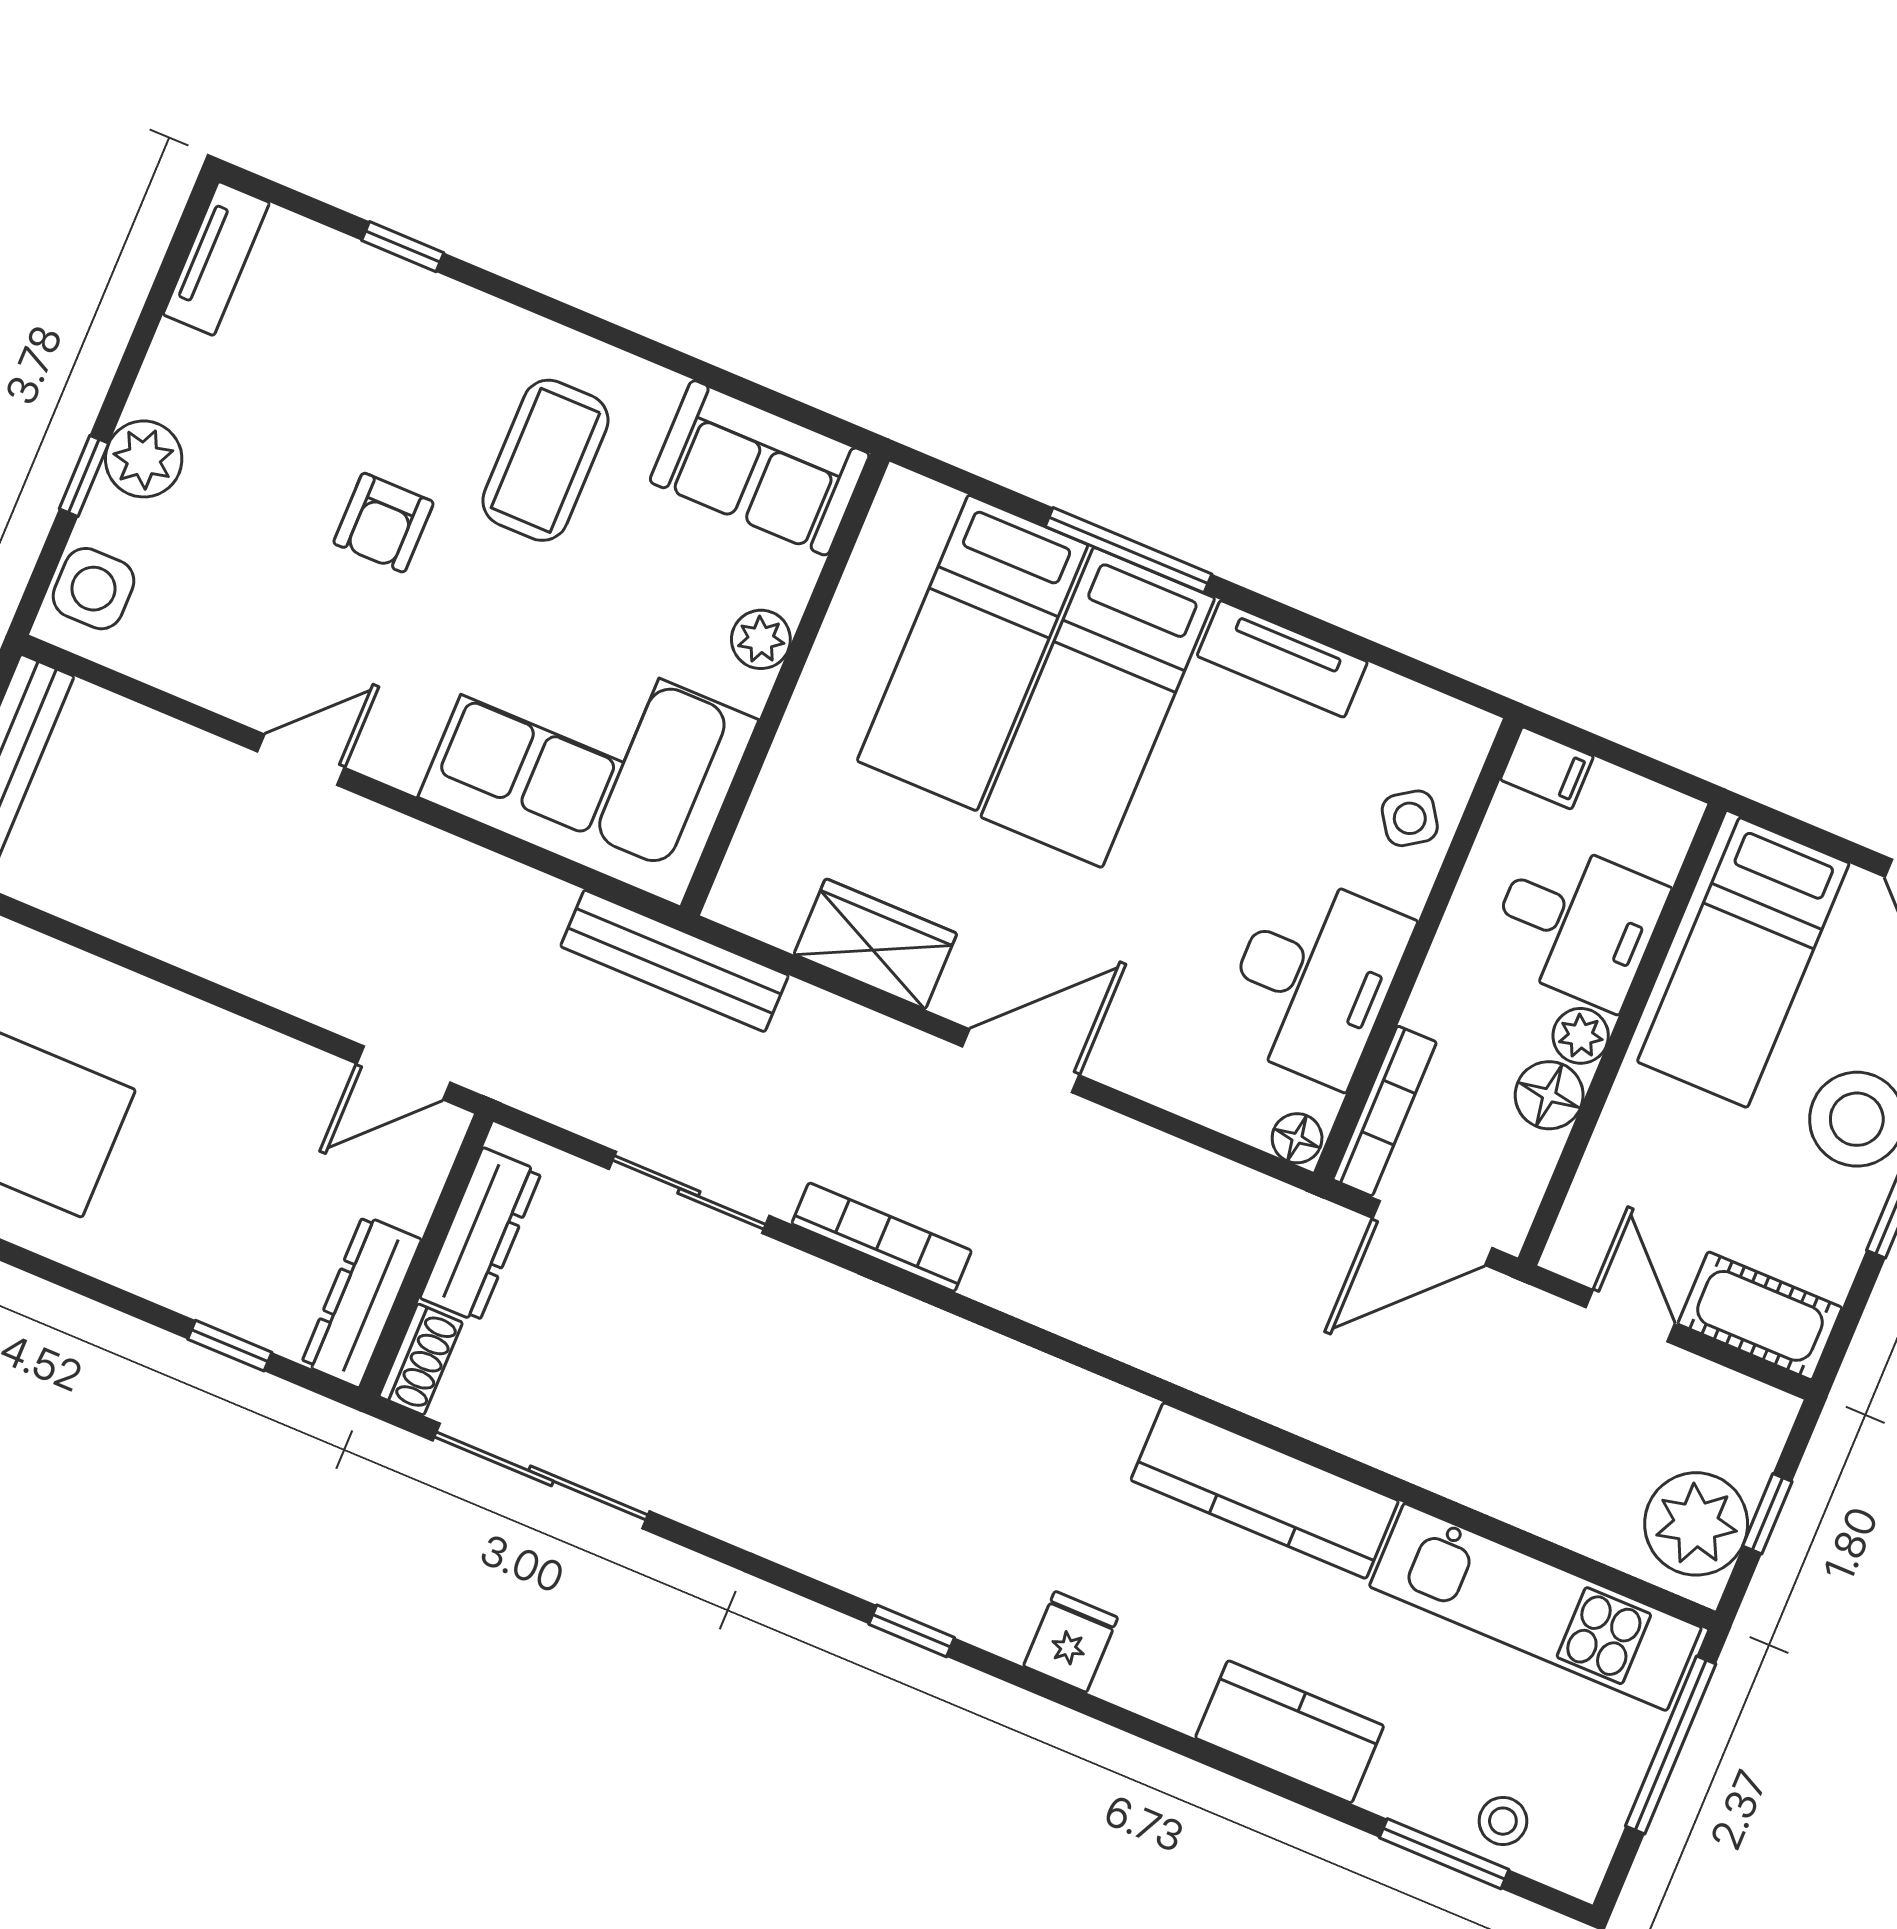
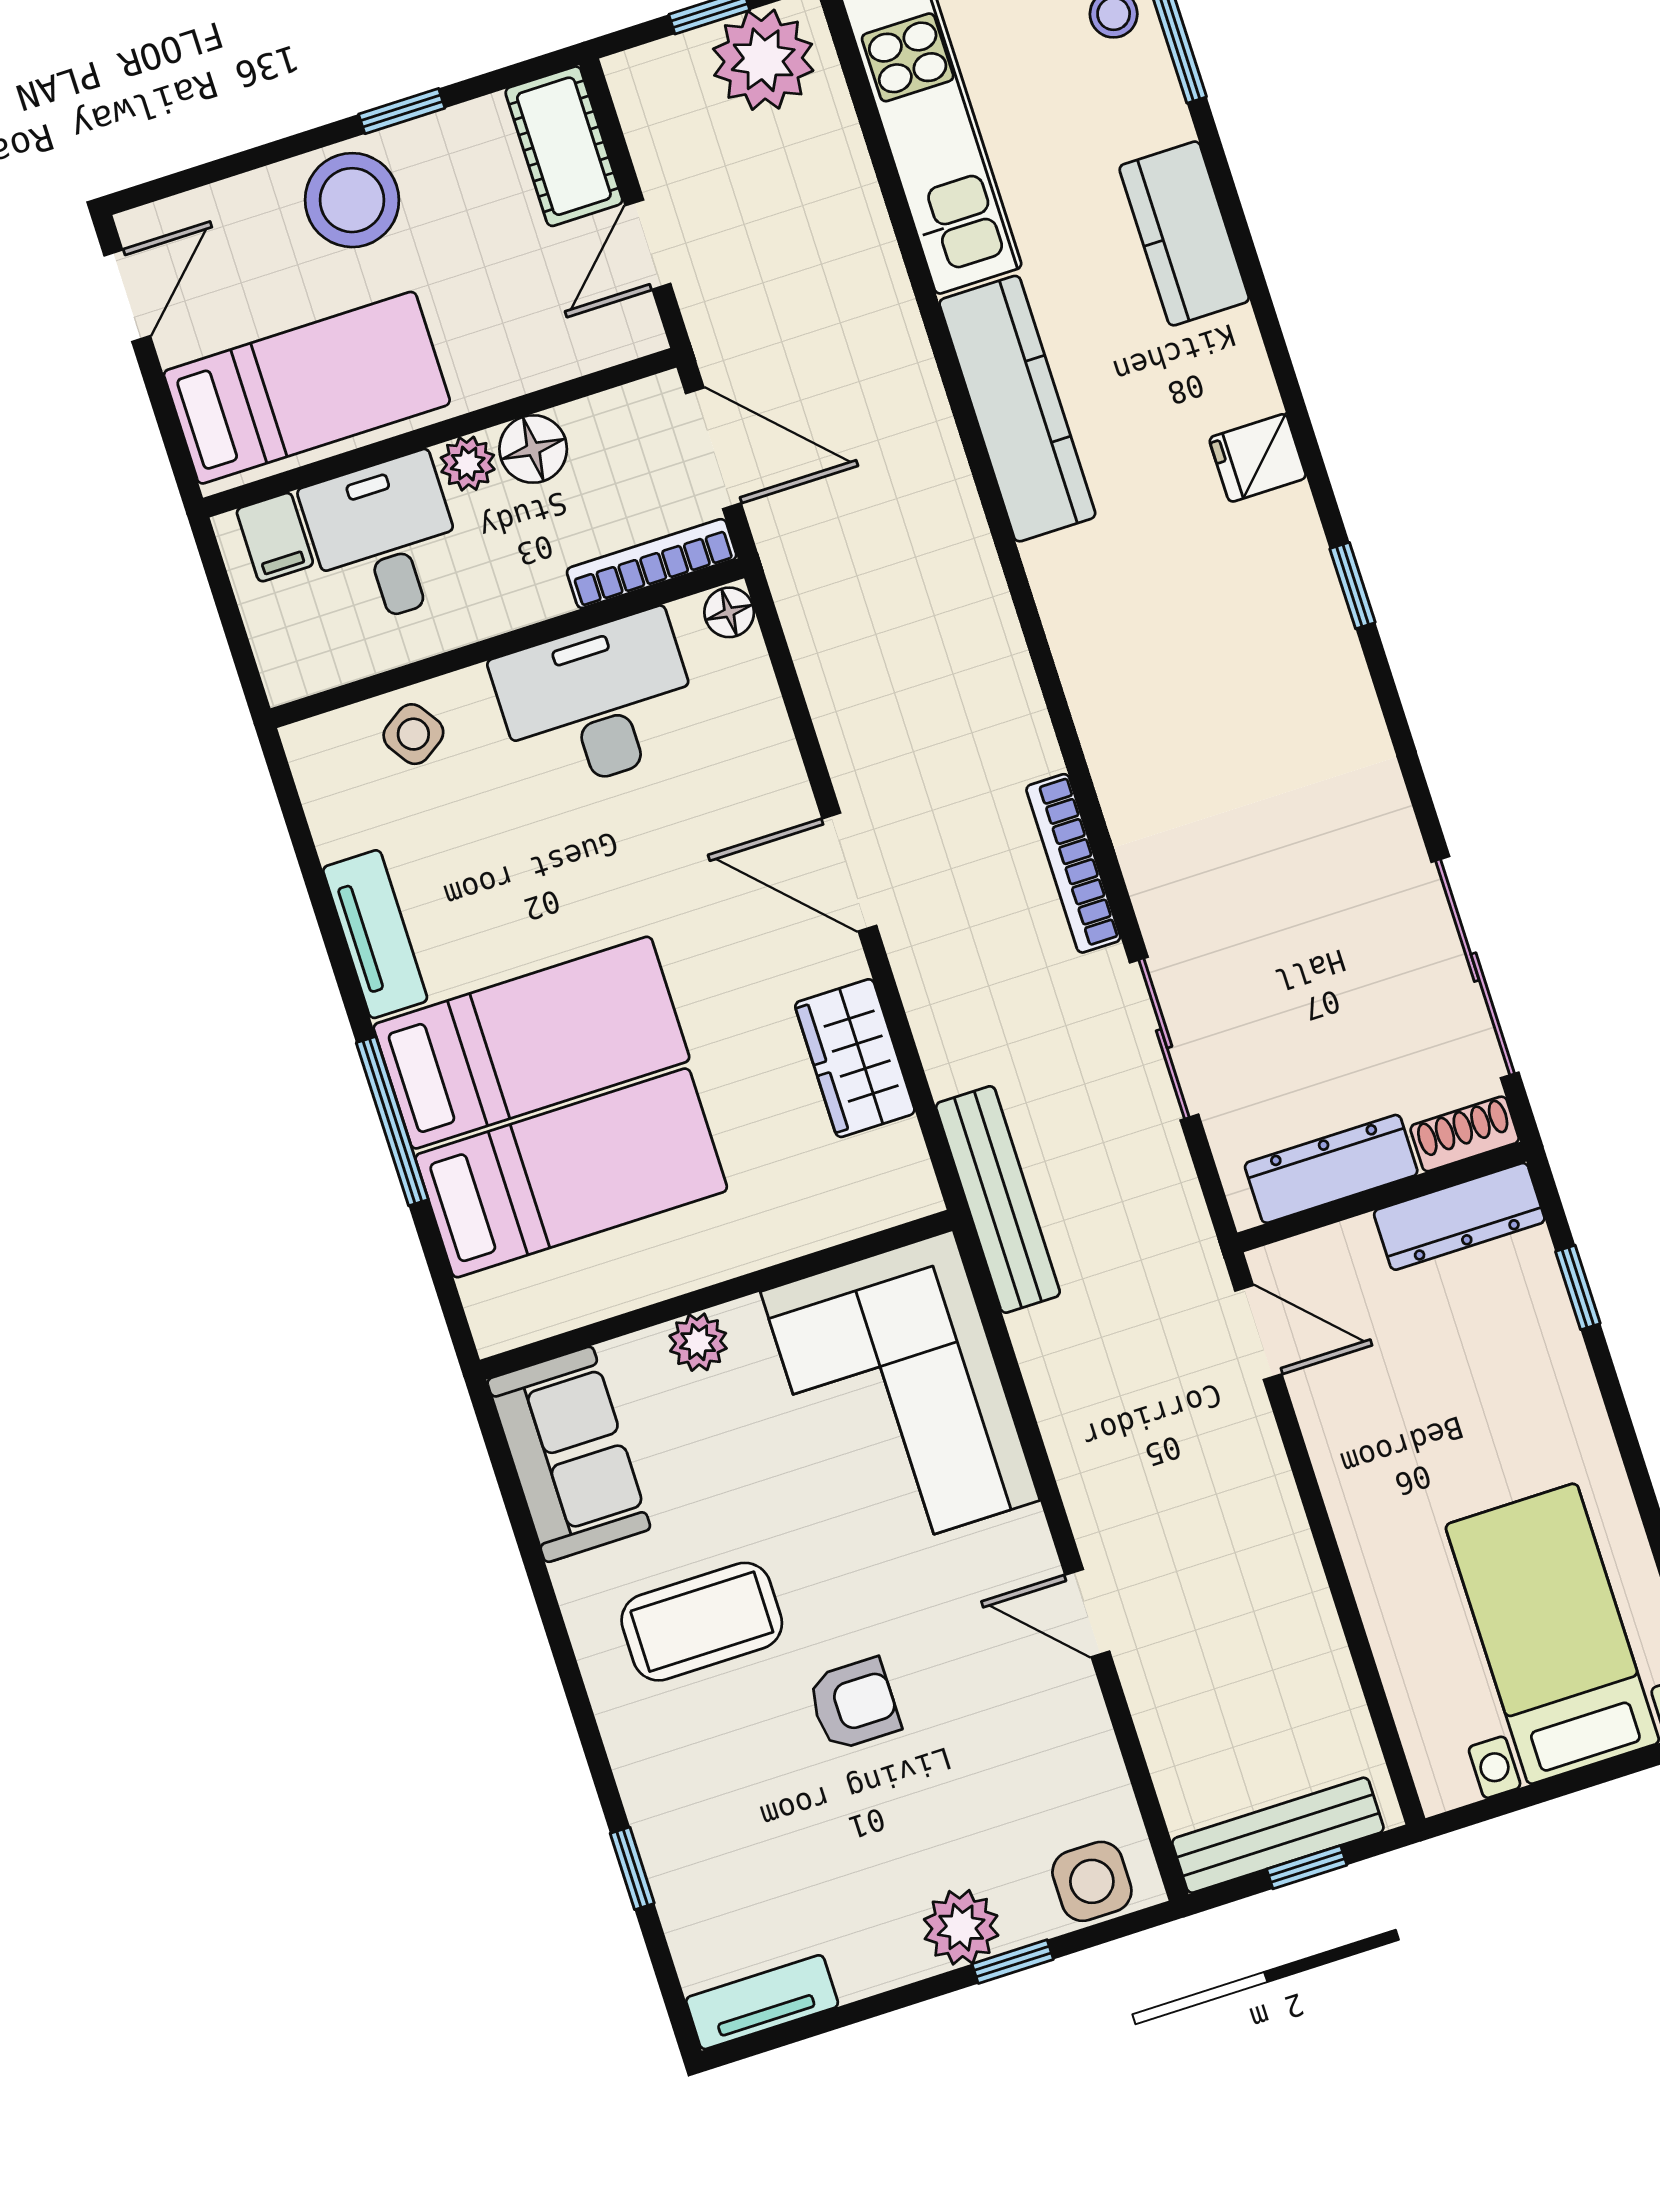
filing cabinet: (1547, 768) -> (275, 537), moved, turned 180

